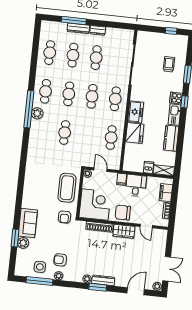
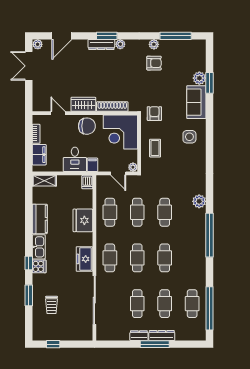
window: (74, 20) -> (155, 344), moved
window: (35, 47) -> (209, 308), added
cafe table: (46, 91) -> (137, 212), moved
freezer: (136, 112) -> (84, 259), moved
plant: (37, 113) -> (199, 201), moved
dishwasher: (148, 167) -> (87, 182), moved
coffee table: (67, 188) -> (155, 148), width x0.54, depth x0.58
side table: (40, 267) -> (189, 137), moved

